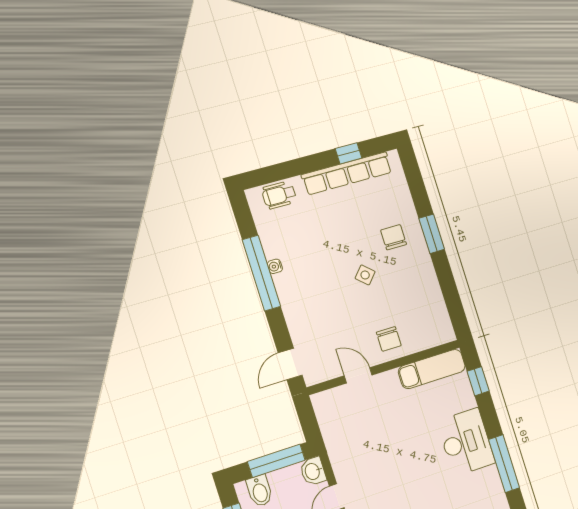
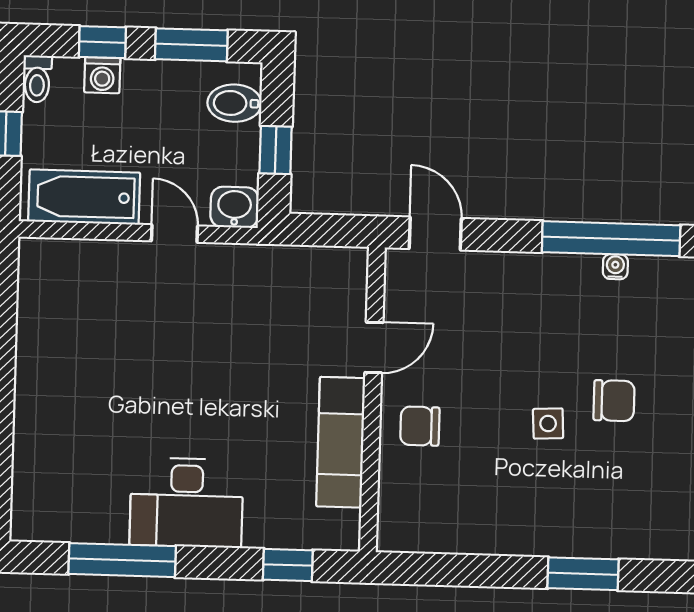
chair: (394, 237) -> (614, 401), moved
side table: (365, 275) -> (548, 423), turned 45
exam couch: (432, 369) -> (341, 442), moved
window: (276, 461) -> (276, 150), width x0.46

